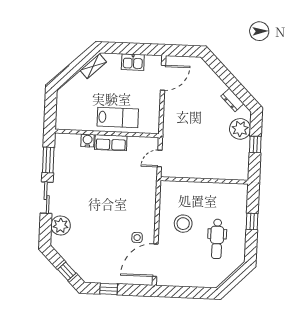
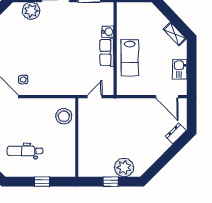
dresser: (232, 100) -> (176, 133), moved
door: (160, 159) -> (95, 97), hinge flipped
stool: (183, 224) -> (64, 116), moved

